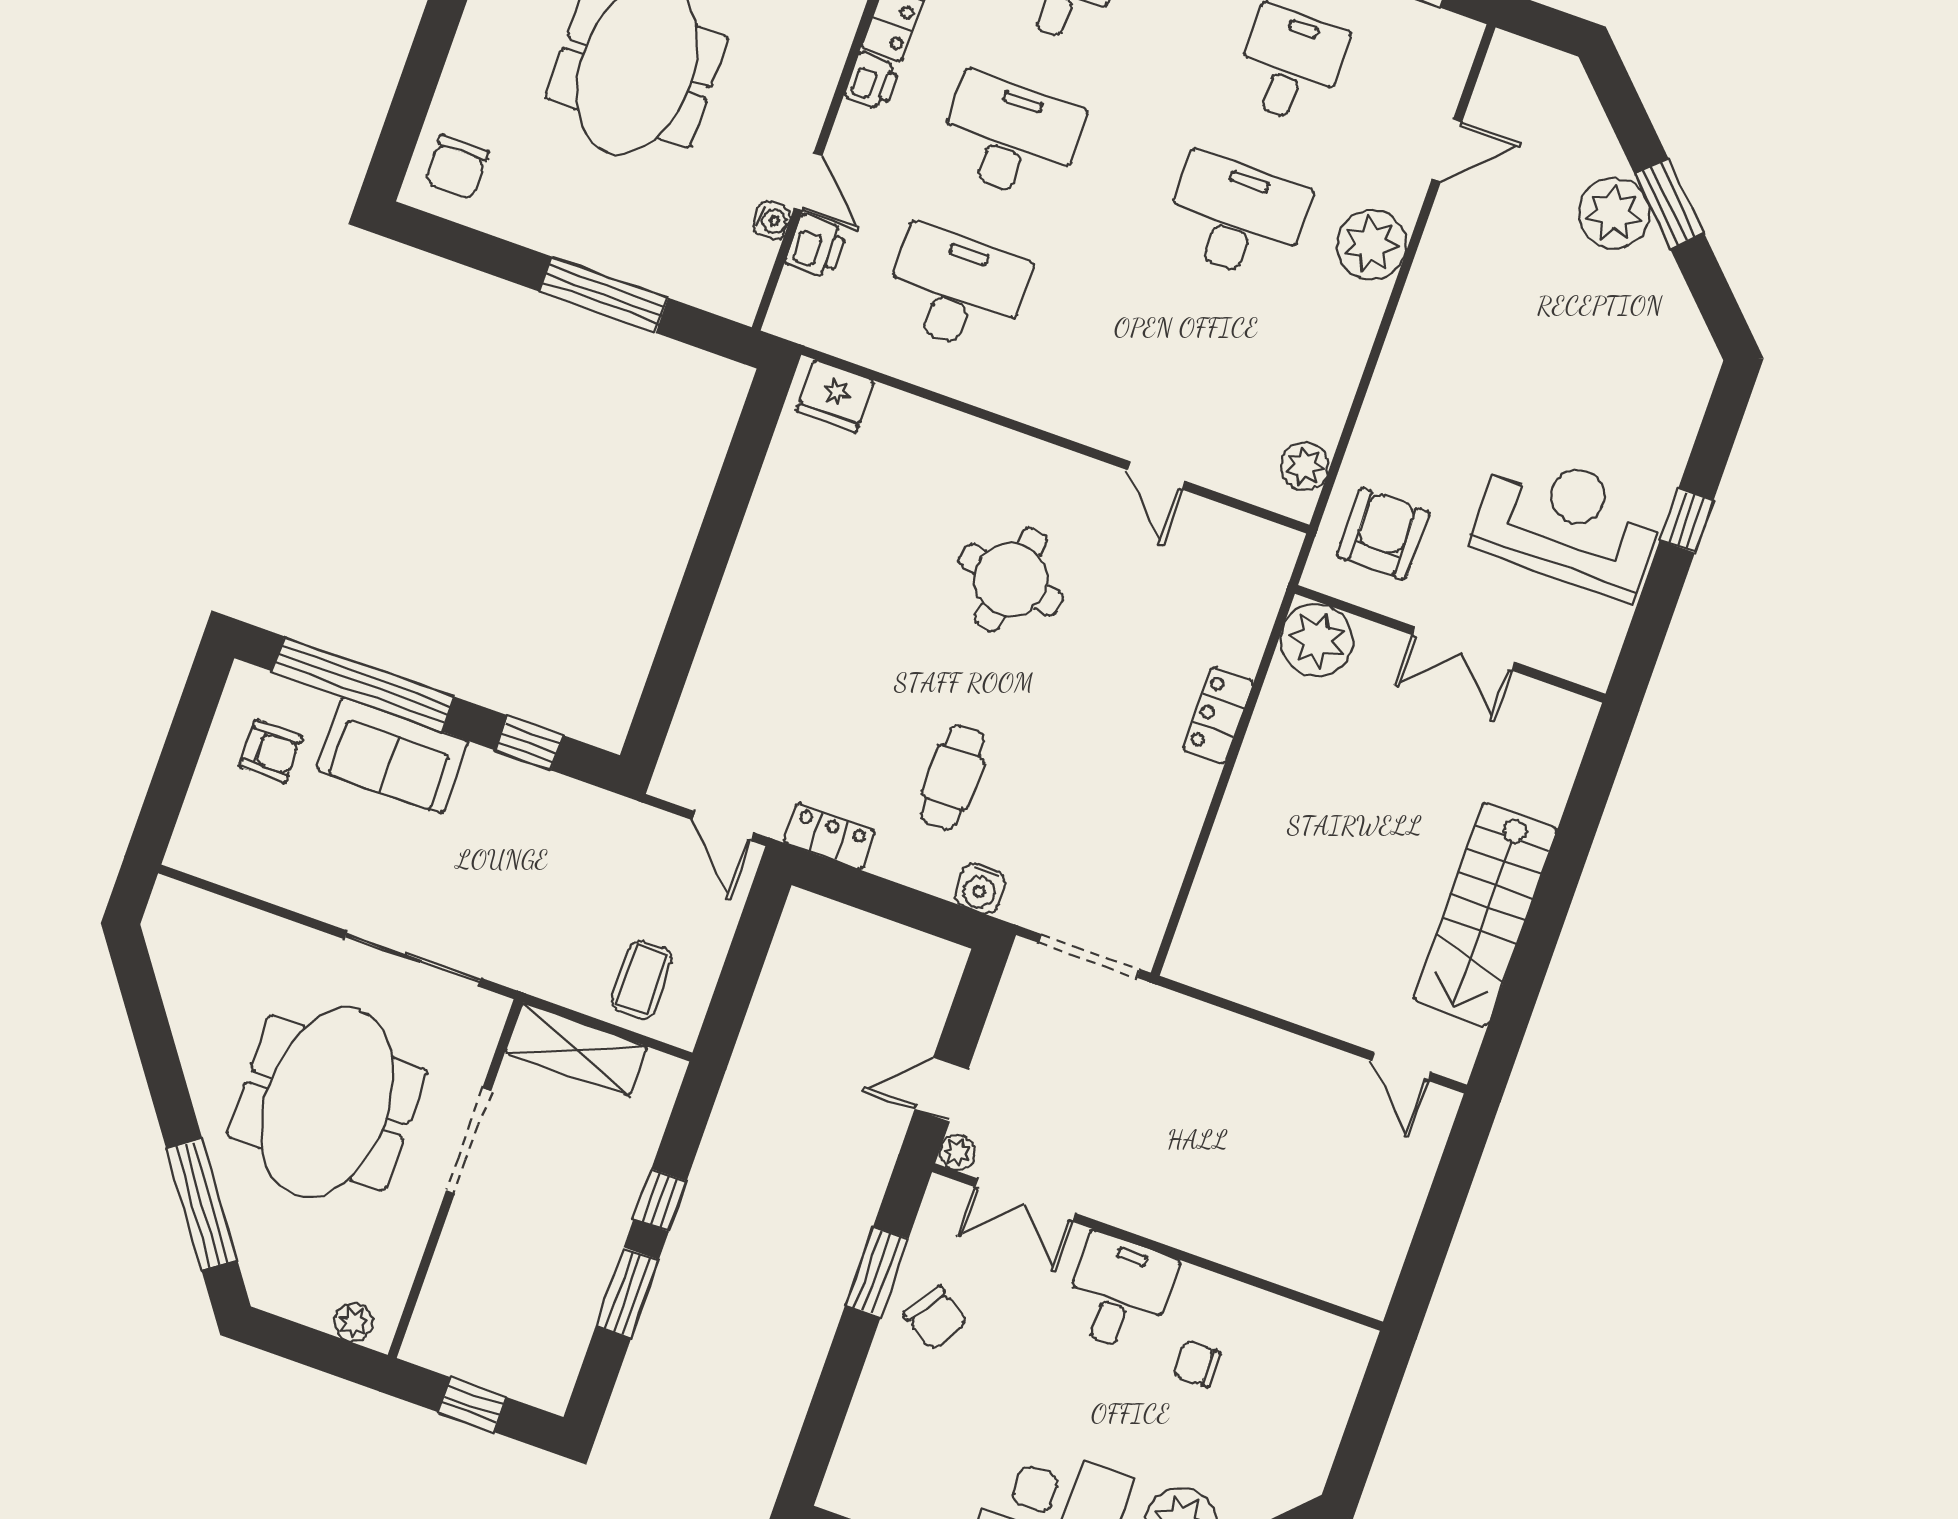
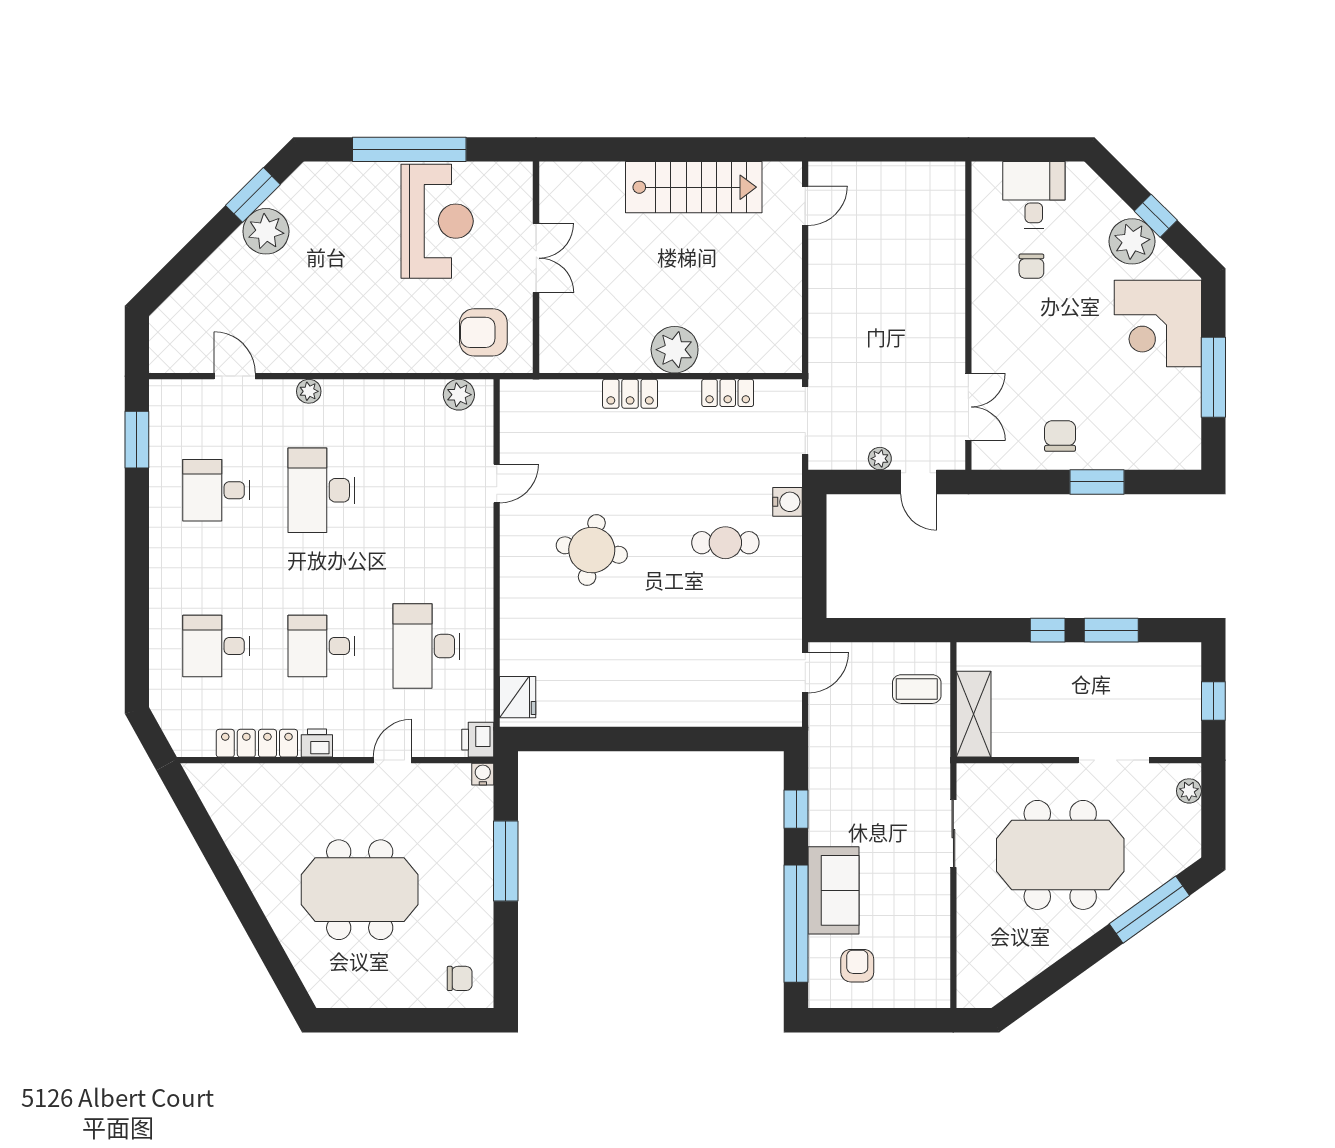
desk: (1010, 137) -> (321, 646), width x0.73
chair: (457, 167) -> (460, 978), width x0.73, depth x0.73
window: (1669, 204) -> (253, 195), moved
plant: (1614, 213) -> (266, 231), moved
water cooler: (772, 220) -> (483, 774), moved
plant: (1372, 245) -> (309, 391), width x0.53, depth x0.53
printer: (816, 246) -> (478, 740), moved, turned -90
window: (1687, 520) -> (409, 149), width x3.17
reception desk: (1568, 524) -> (437, 221), turned 180
plant: (1317, 640) -> (675, 350), moved
locker: (829, 836) -> (728, 393), moved, turned -90
sliding door: (413, 959) -> (953, 834), width x0.73
doorway: (469, 1141) -> (1114, 760), moved
plant: (957, 1153) -> (880, 459), moved
window: (877, 1272) -> (1097, 482), moved
desk: (1119, 1293) -> (1034, 195), moved, turned 90
chair: (936, 1318) -> (1060, 436), turned -33

